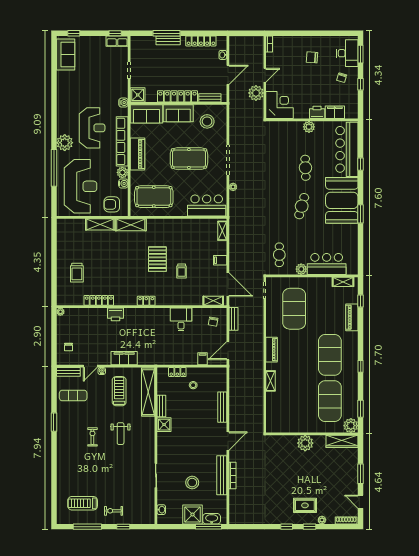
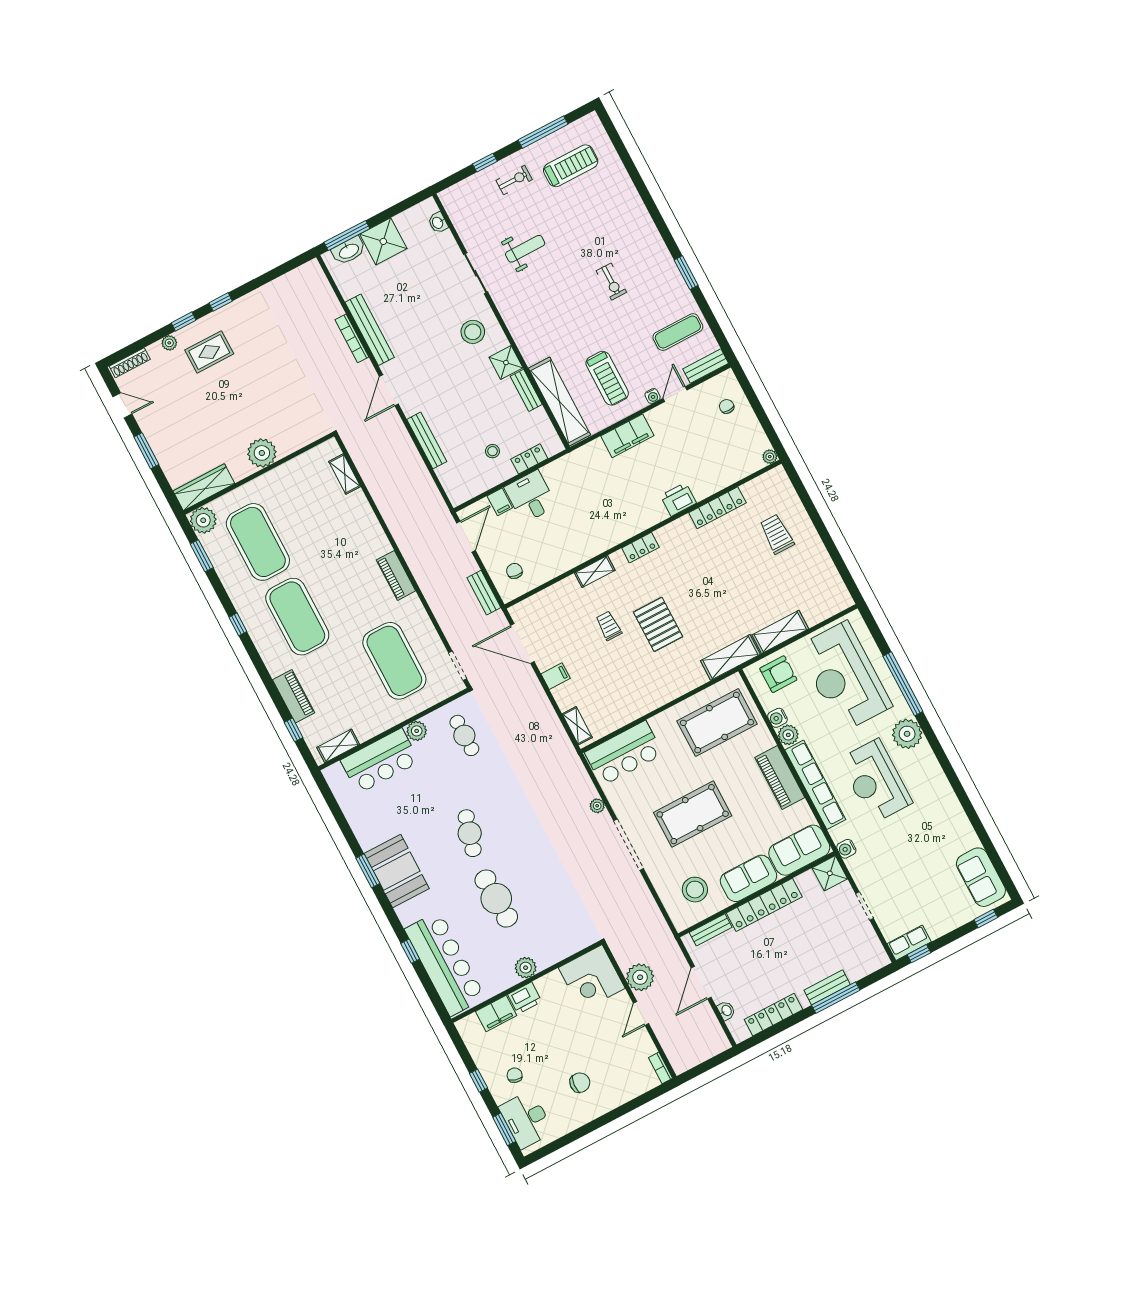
cafe table: (305, 168) -> (496, 899), width x1.37, depth x1.35
booth: (342, 200) -> (397, 871), width x0.73, depth x0.70
shelving: (213, 301) -> (595, 572), moved
desk: (181, 319) -> (530, 497), moved, turned 180
shelving: (271, 381) -> (345, 474), moved
weight bench: (121, 434) -> (525, 249), moved, turned 90
stool: (192, 483) -> (473, 332), moved

